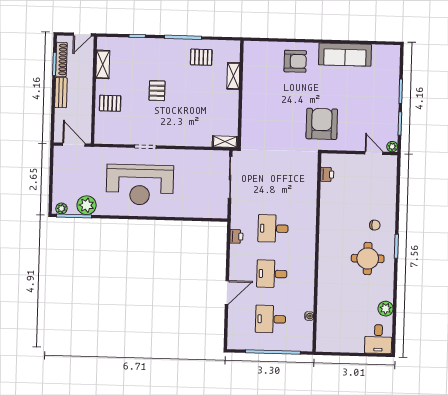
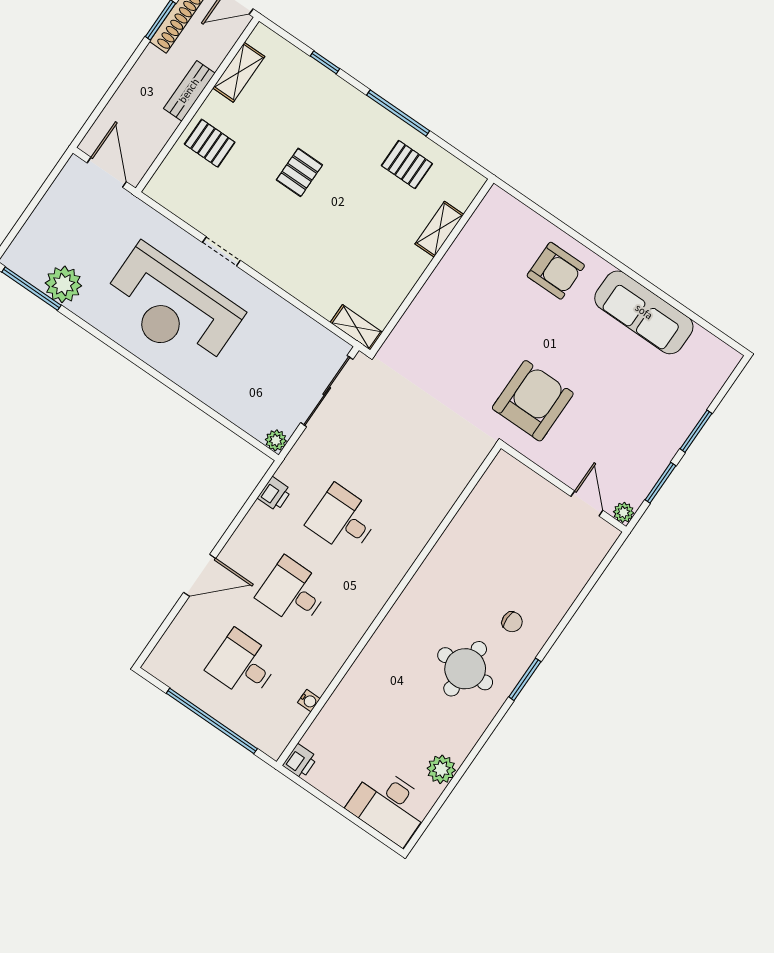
bench: (61, 93) -> (189, 91), moved
printer: (327, 174) -> (300, 761), moved
plant: (61, 208) -> (276, 440), moved
desk: (378, 339) -> (389, 806), width x1.37

